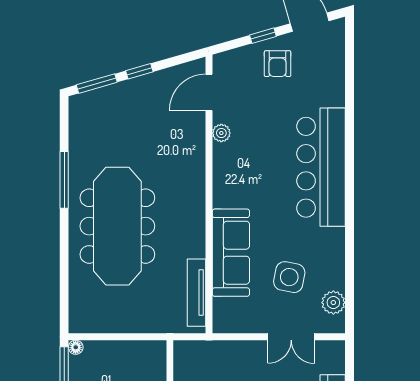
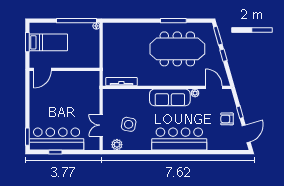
meeting table: (117, 226) -> (177, 49), moved
sofa: (231, 253) -> (170, 97), moved

